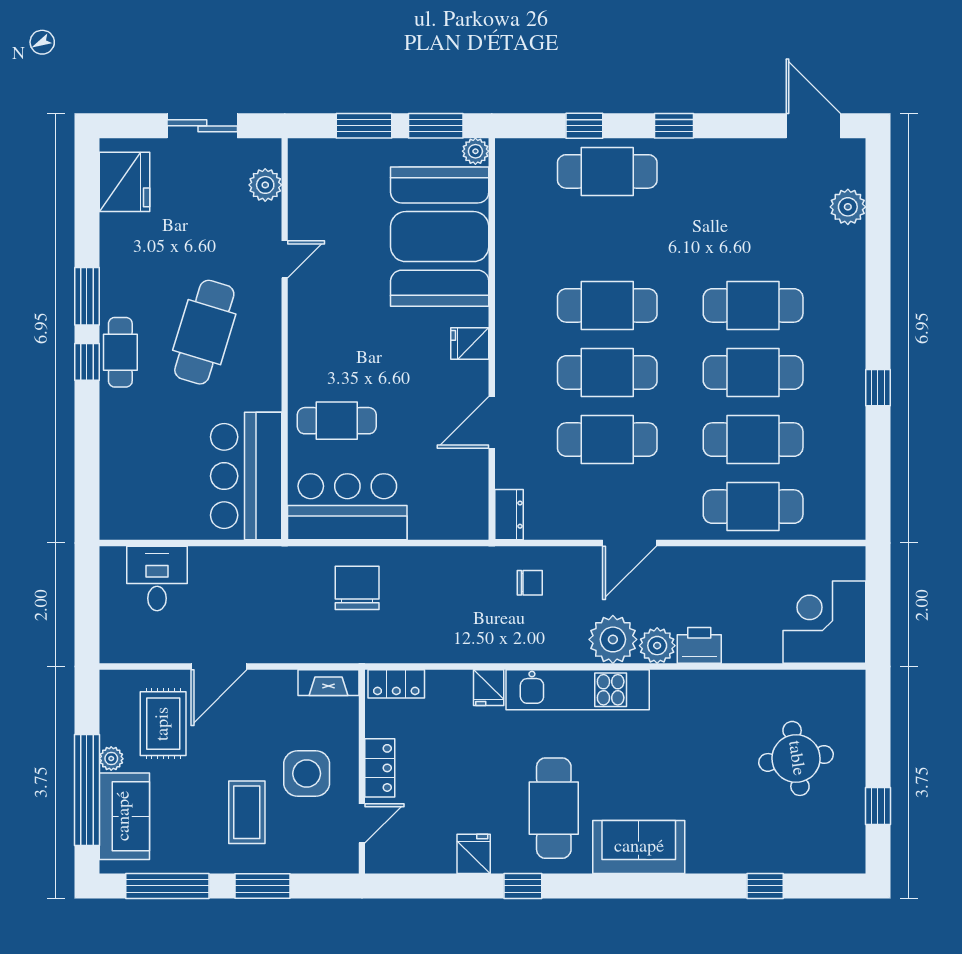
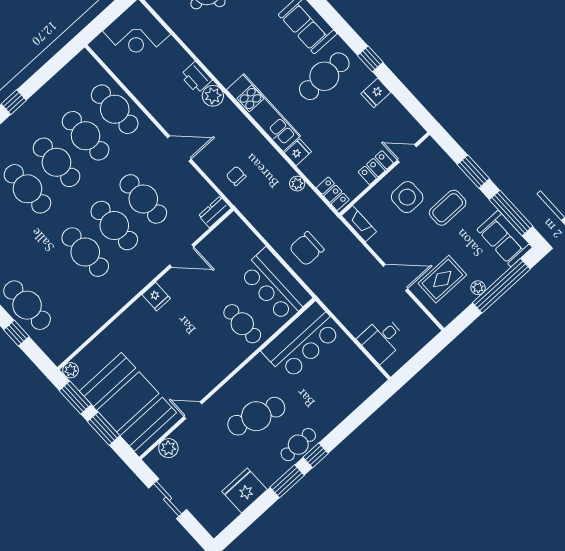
fridge: (124, 182) -> (244, 491), moved
booth: (440, 237) -> (128, 402), moved, turned 90
plant: (613, 639) -> (297, 184), moved, width x0.53, depth x0.53
sofa: (124, 816) -> (505, 239), moved, turned -90

